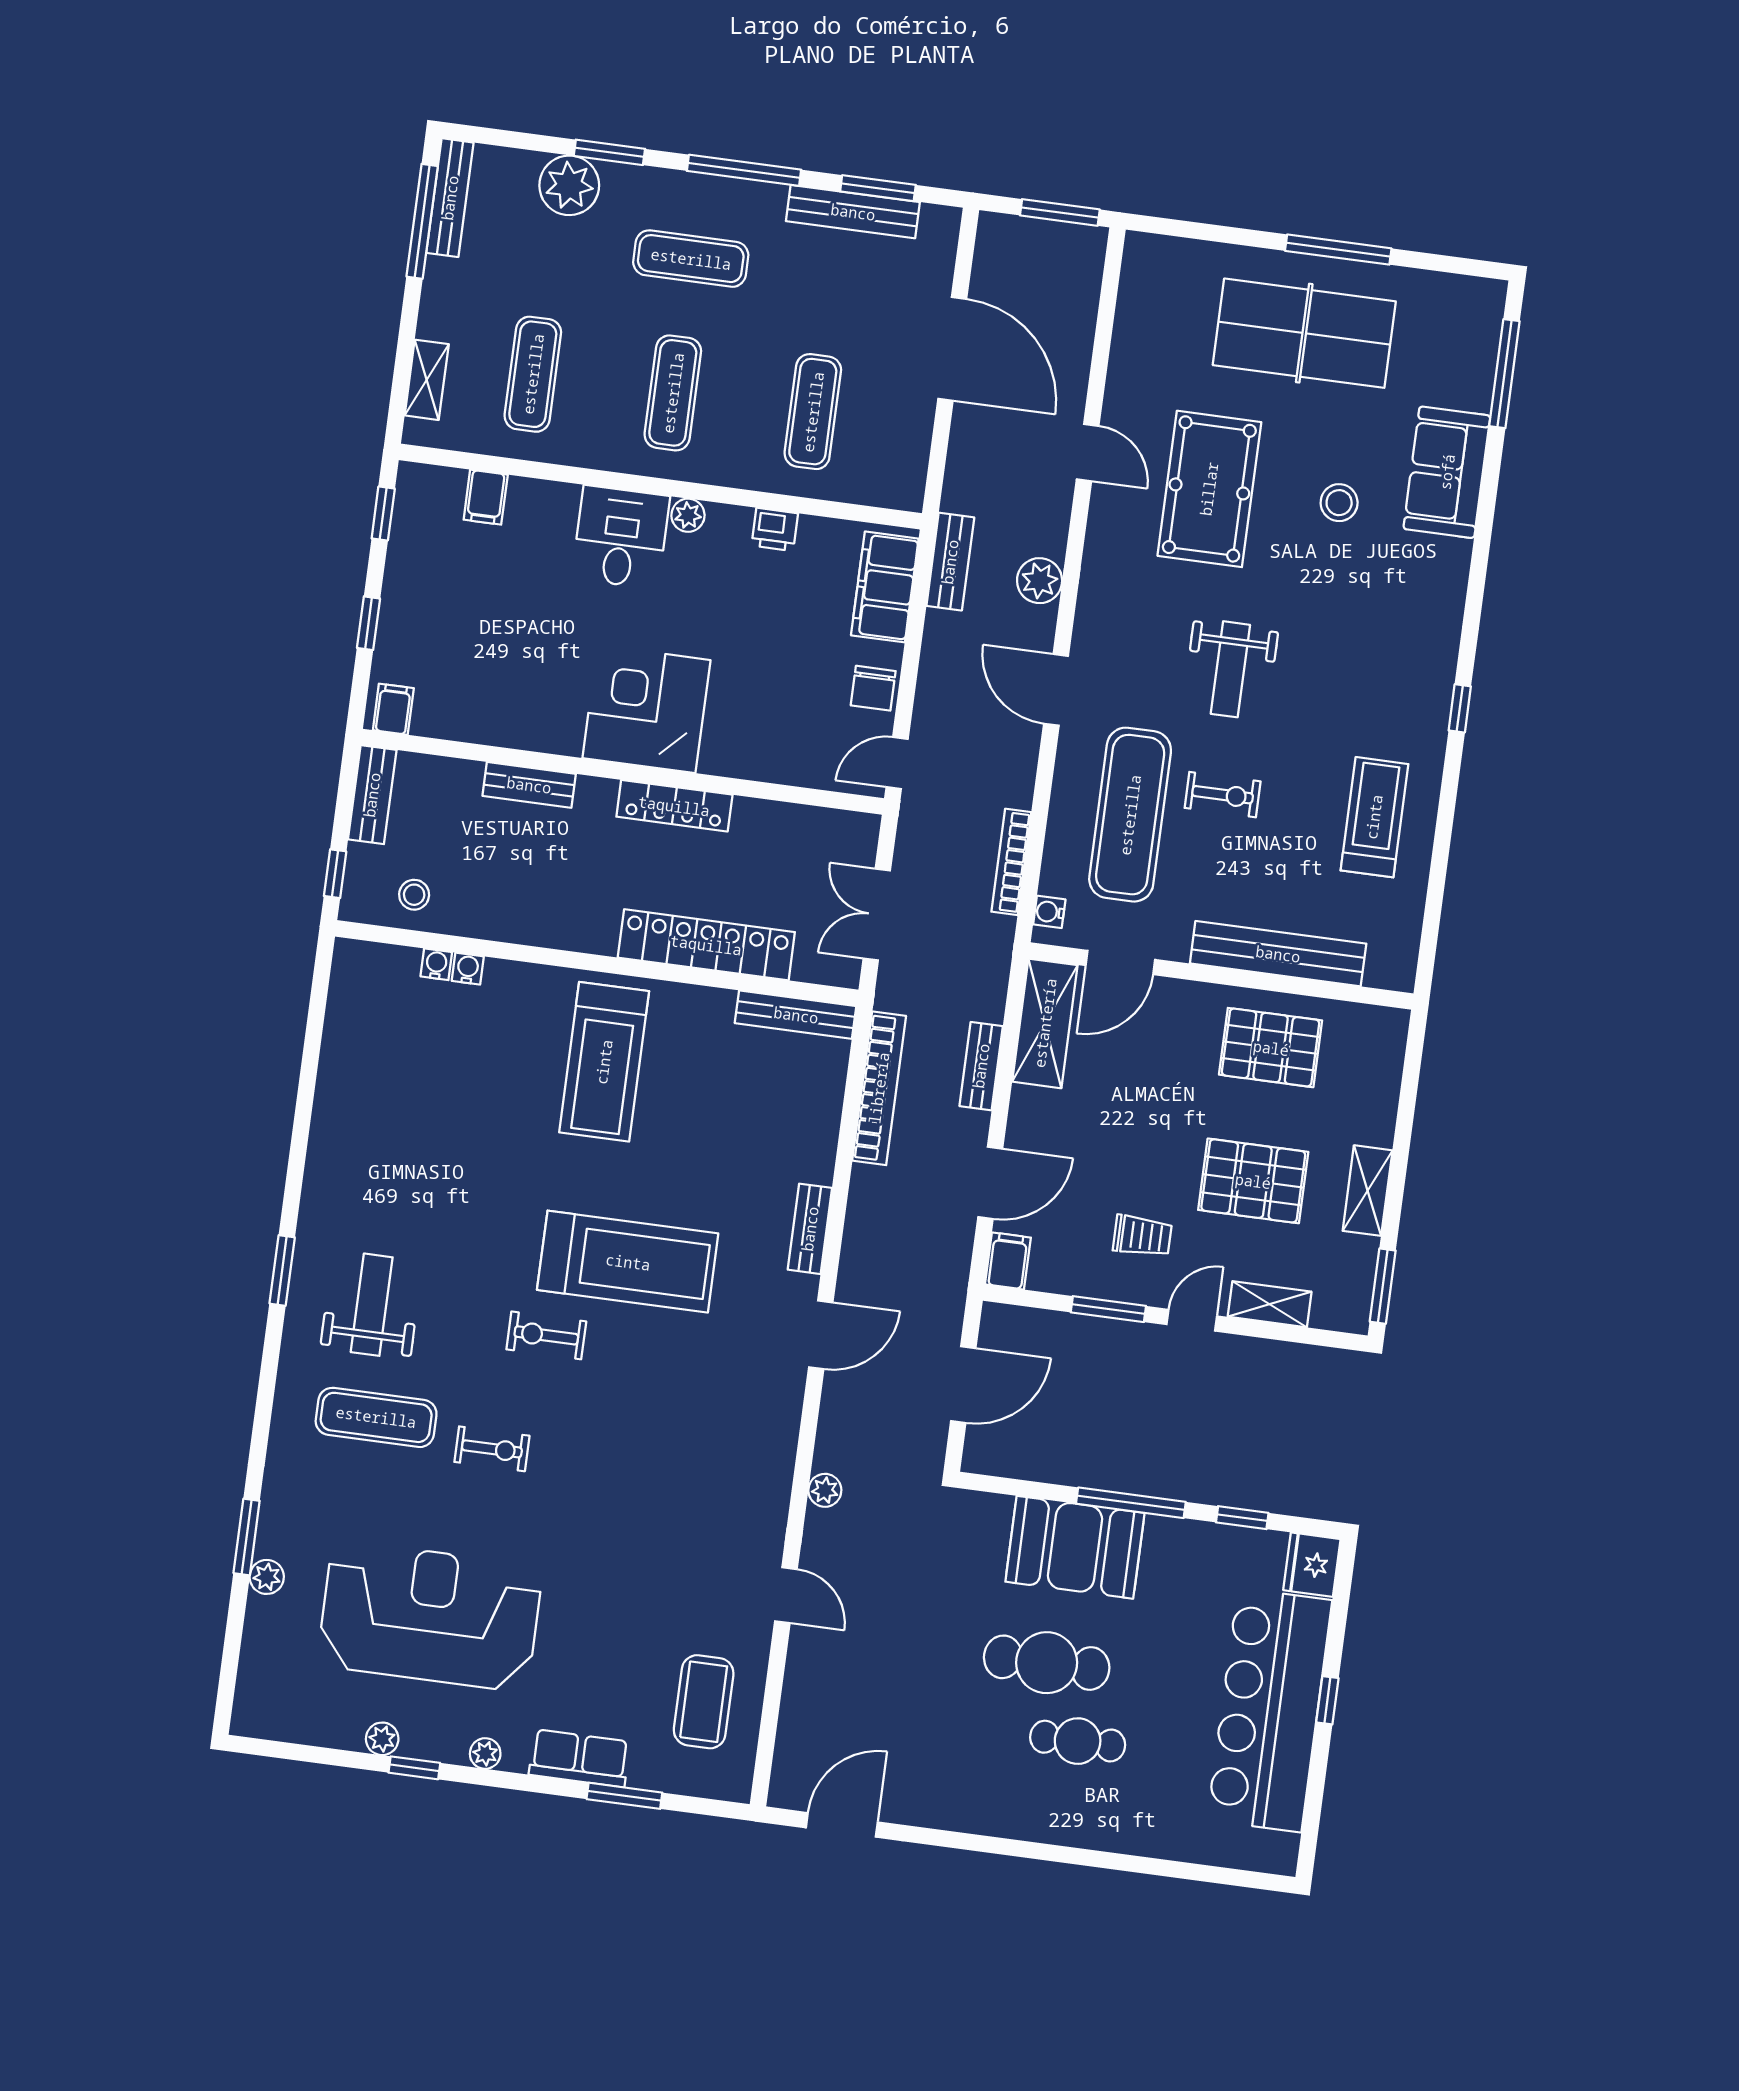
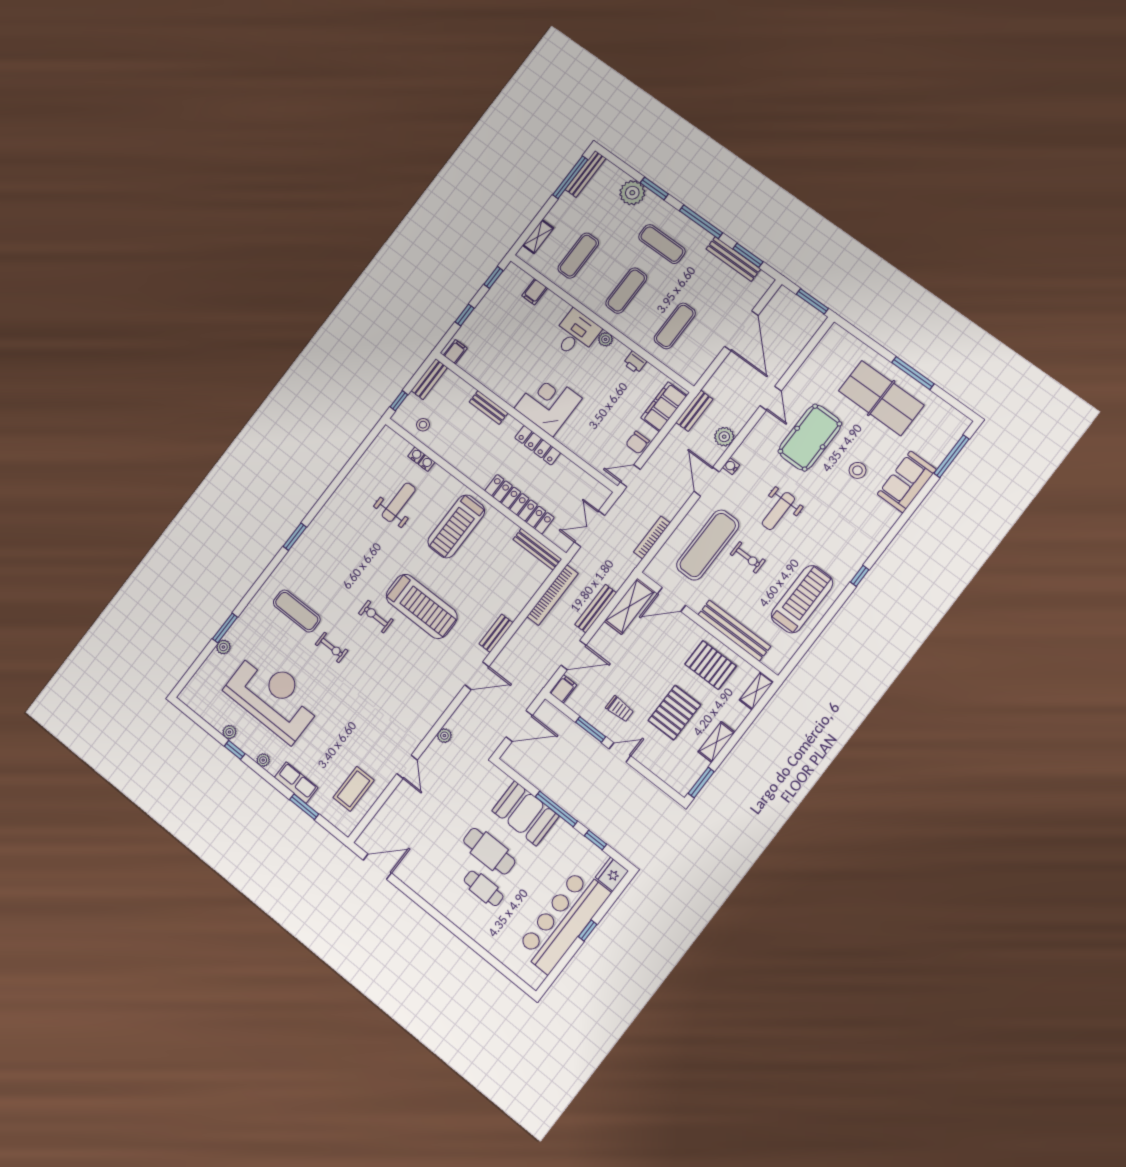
treadmill: (1374, 817) -> (802, 599), width x1.37, depth x1.38
water cooler: (1049, 912) -> (731, 466), moved
bench: (981, 1066) -> (596, 609), width x1.36
pallet: (1253, 1181) -> (674, 713), turned 90
shelving: (1270, 1304) -> (756, 691), moved, turned 90
weight bench: (372, 1305) -> (399, 502), moved

